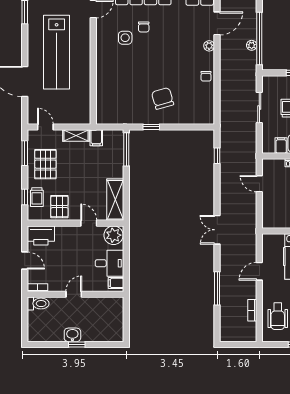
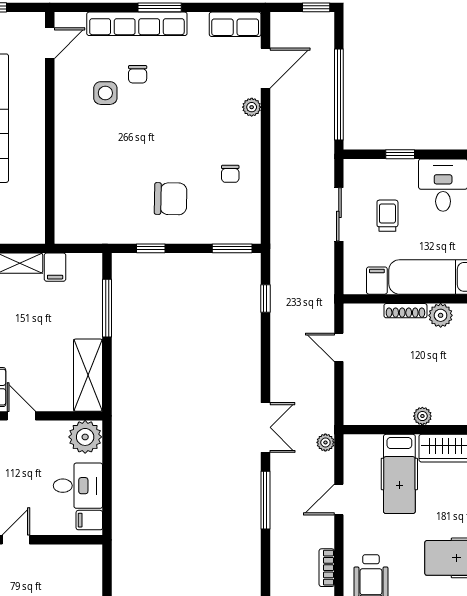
plant: (252, 45) -> (325, 442), moved
chair: (206, 76) -> (230, 174), moved
chair: (163, 98) -> (171, 199), turned 107
window: (198, 127) -> (232, 248), added
window: (126, 149) -> (107, 308), moved
door: (89, 223) -> (21, 416), moved
double door: (217, 230) -> (265, 427), swing flipped
window: (217, 288) -> (265, 500), moved

